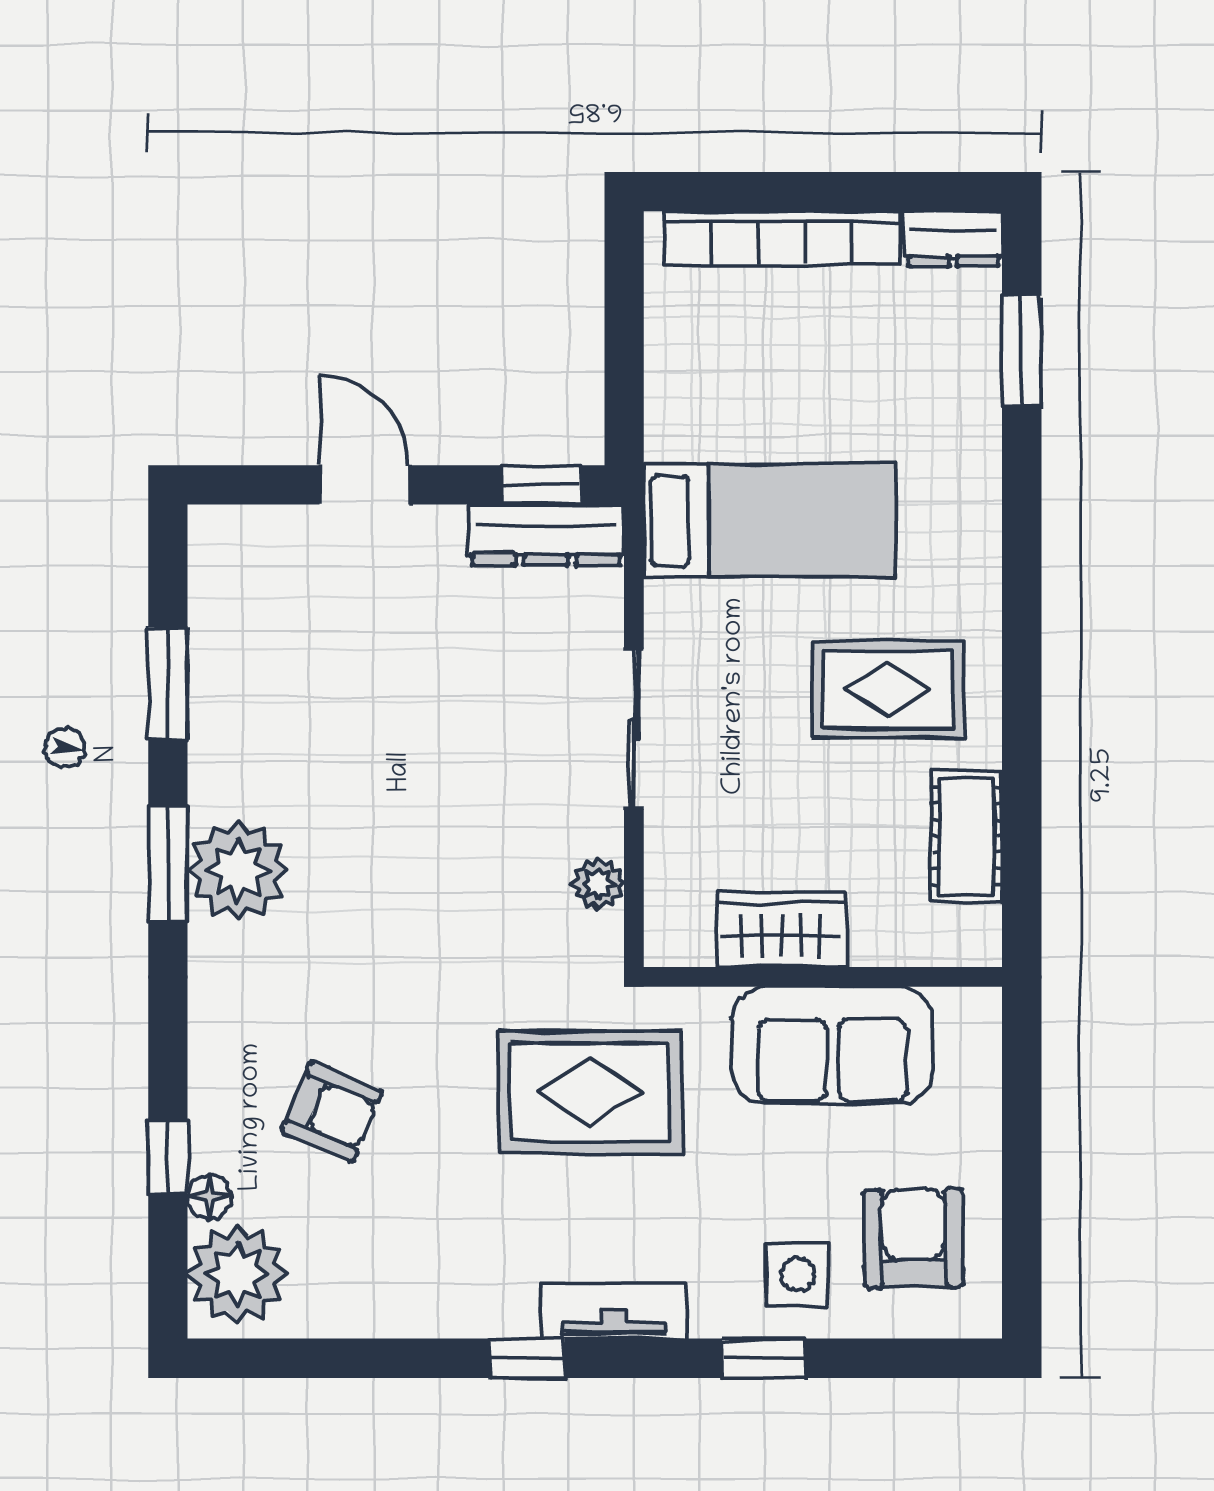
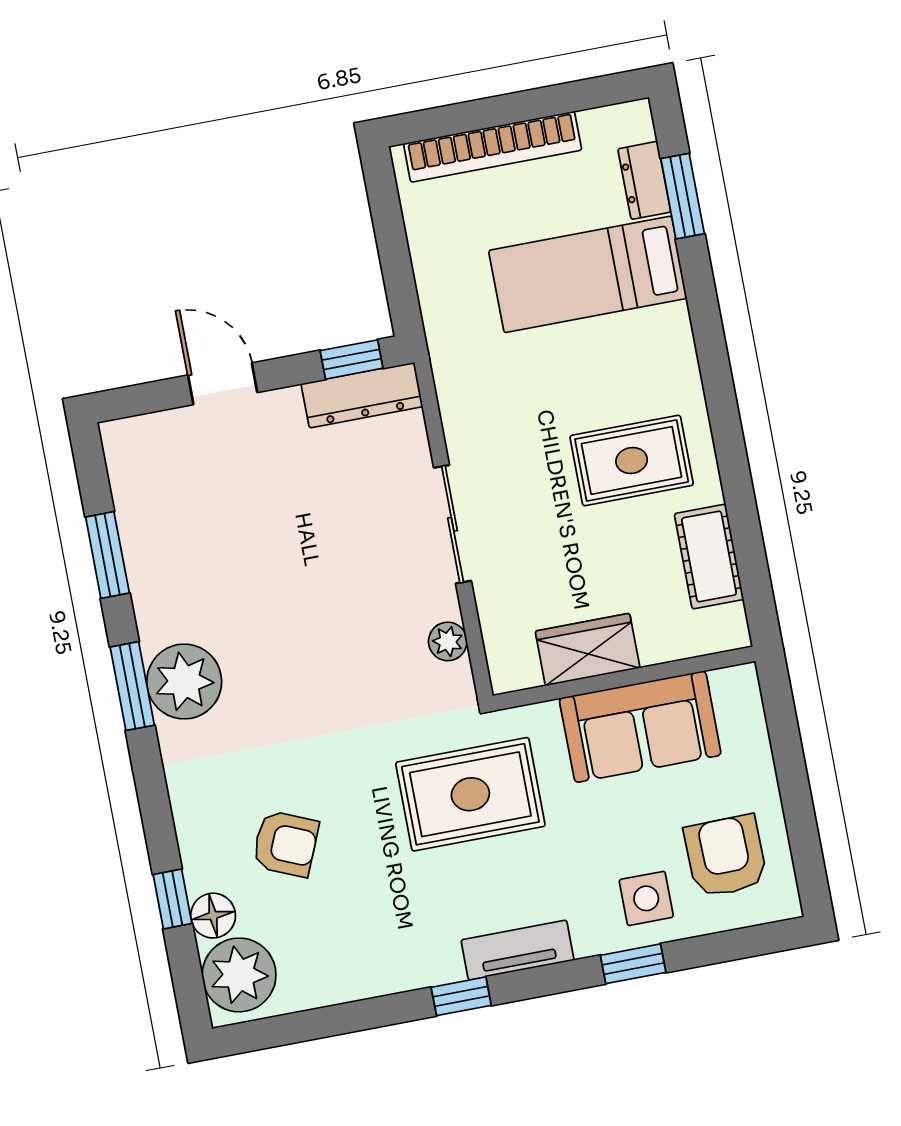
dresser: (953, 239) -> (644, 180), moved, turned 90
bed: (770, 521) -> (588, 274), moved, turned 180
floor lamp: (209, 1197) -> (213, 916), width x1.37, depth x1.37

